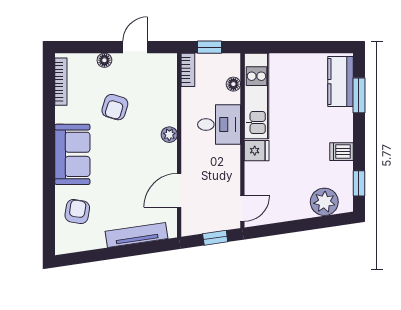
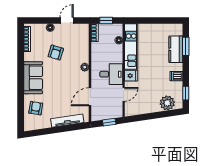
kitchen counter: (340, 82) -> (176, 49), moved
desk: (219, 125) -> (111, 74), moved
door: (242, 209) -> (124, 94), moved

